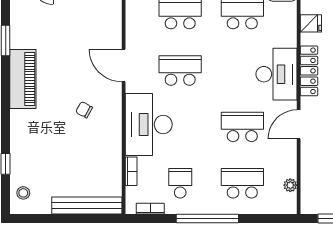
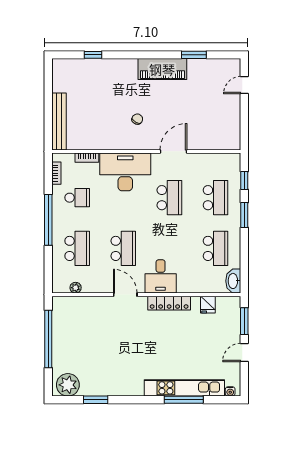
desk: (277, 74) -> (161, 276), width x0.73
stool: (23, 193) -> (69, 69), removed

